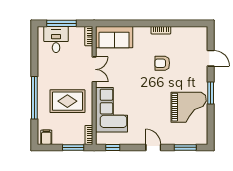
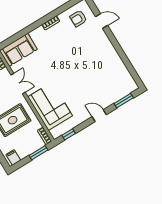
armchair: (162, 63) -> (78, 19), moved
window: (211, 93) -> (118, 48), removed
grand piano: (189, 107) -> (108, 68), removed

